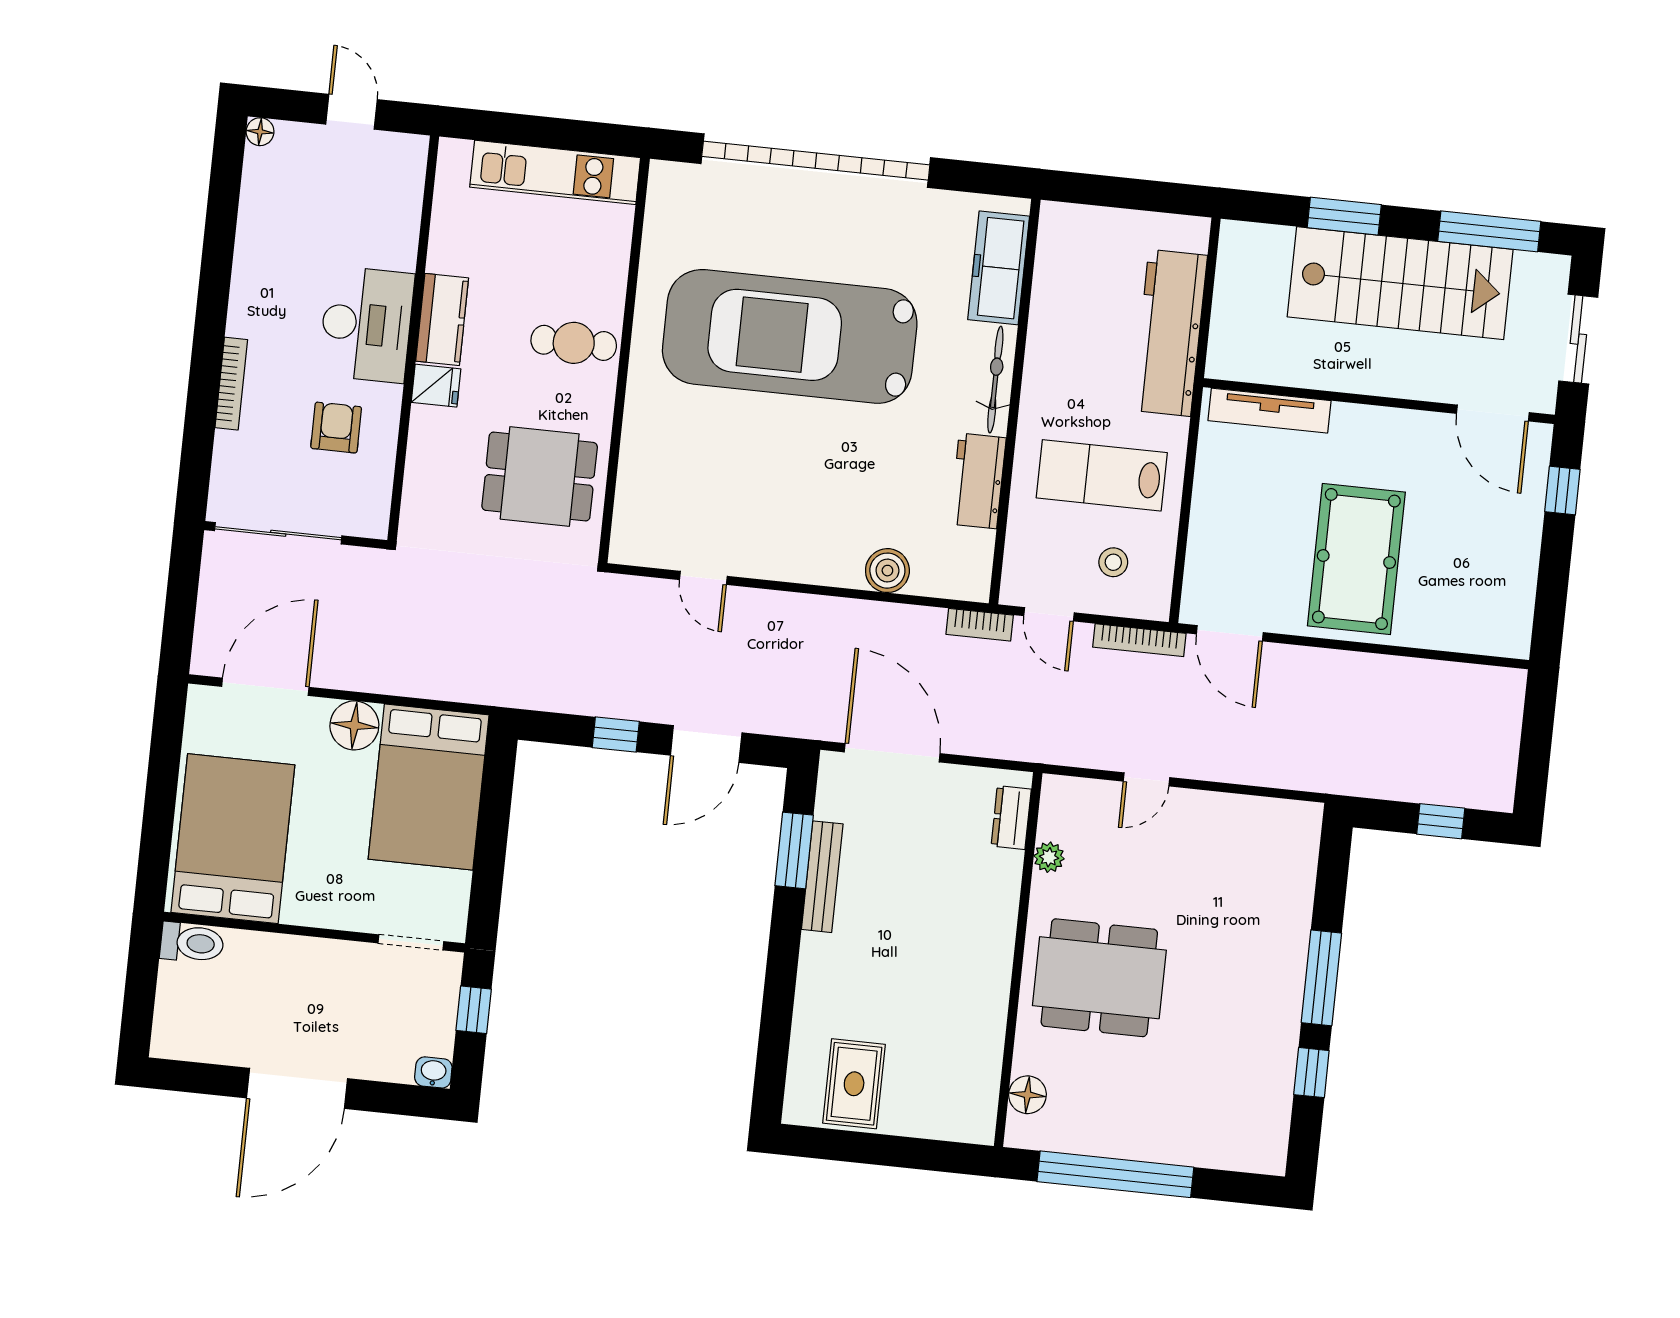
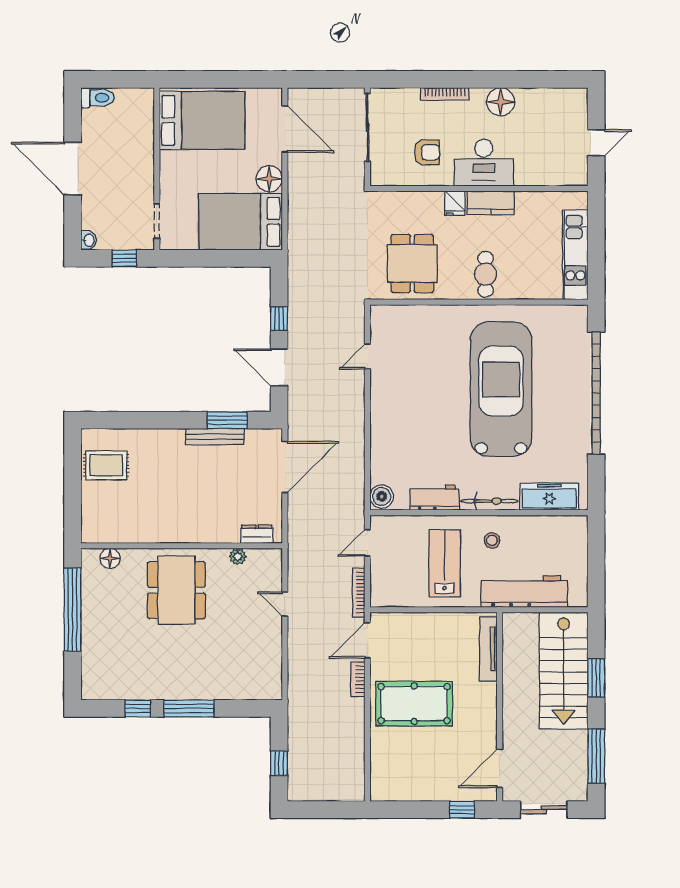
floor lamp: (260, 132) -> (501, 102), moved, width x1.89, depth x1.89
stairs: (1400, 283) -> (564, 671), moved
stool: (1113, 562) -> (492, 540), moved
boiler: (887, 571) -> (382, 496), moved
bookcase: (980, 625) -> (358, 679), moved
toilet: (192, 943) -> (97, 98), moved, turned -90

